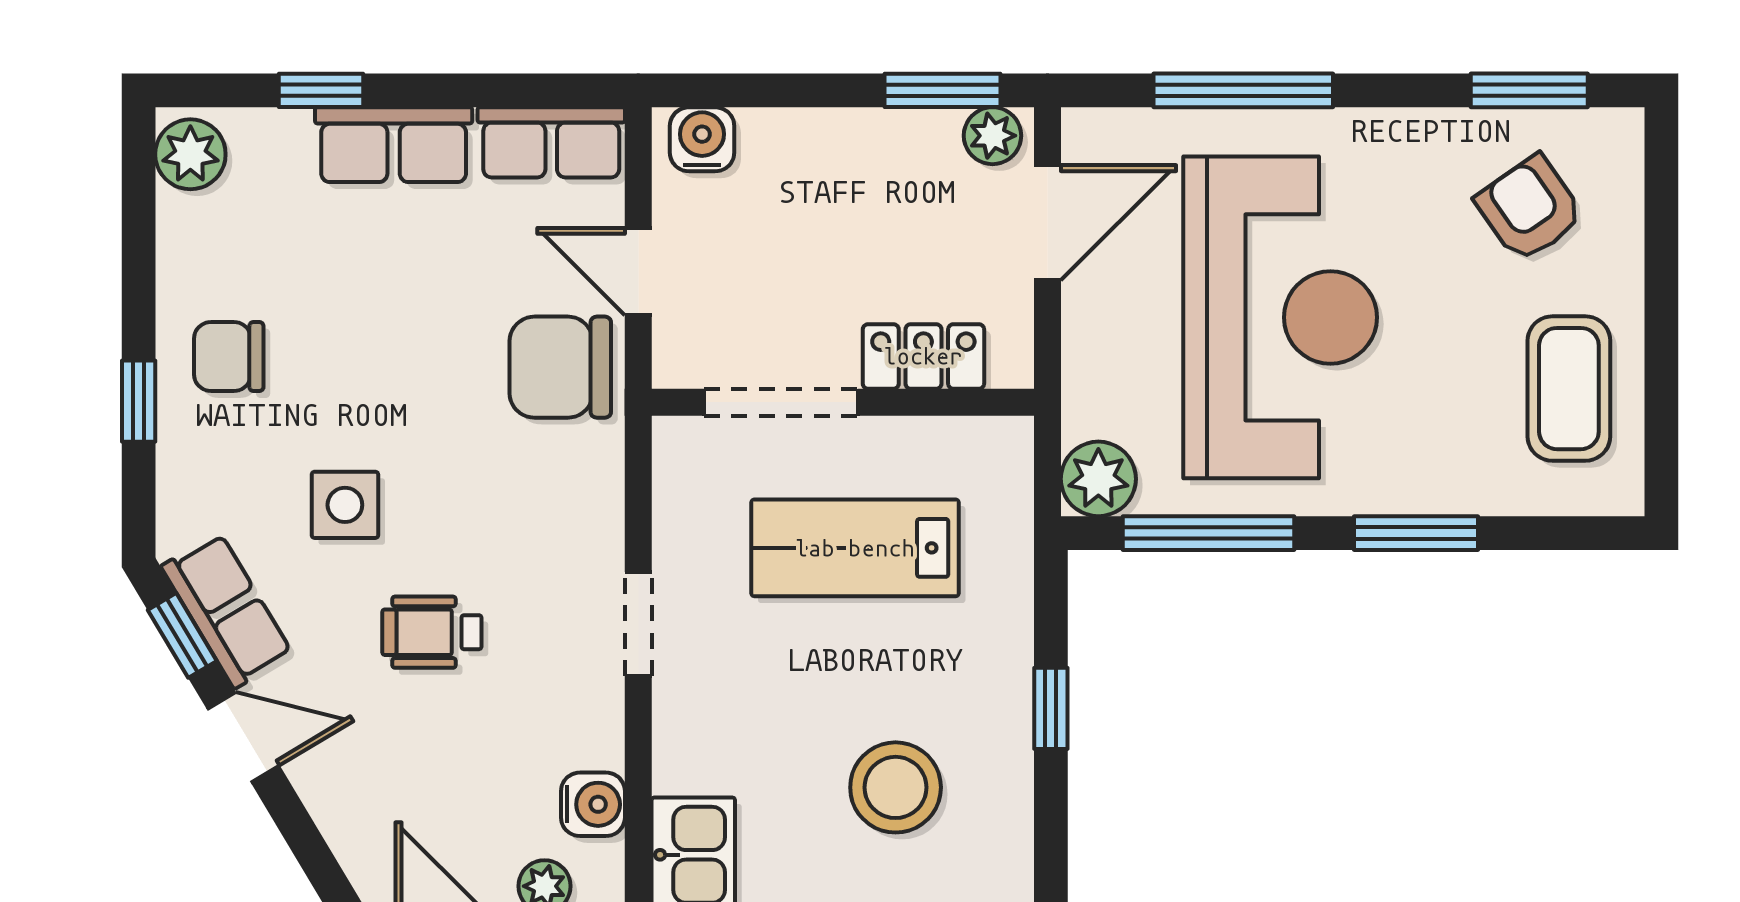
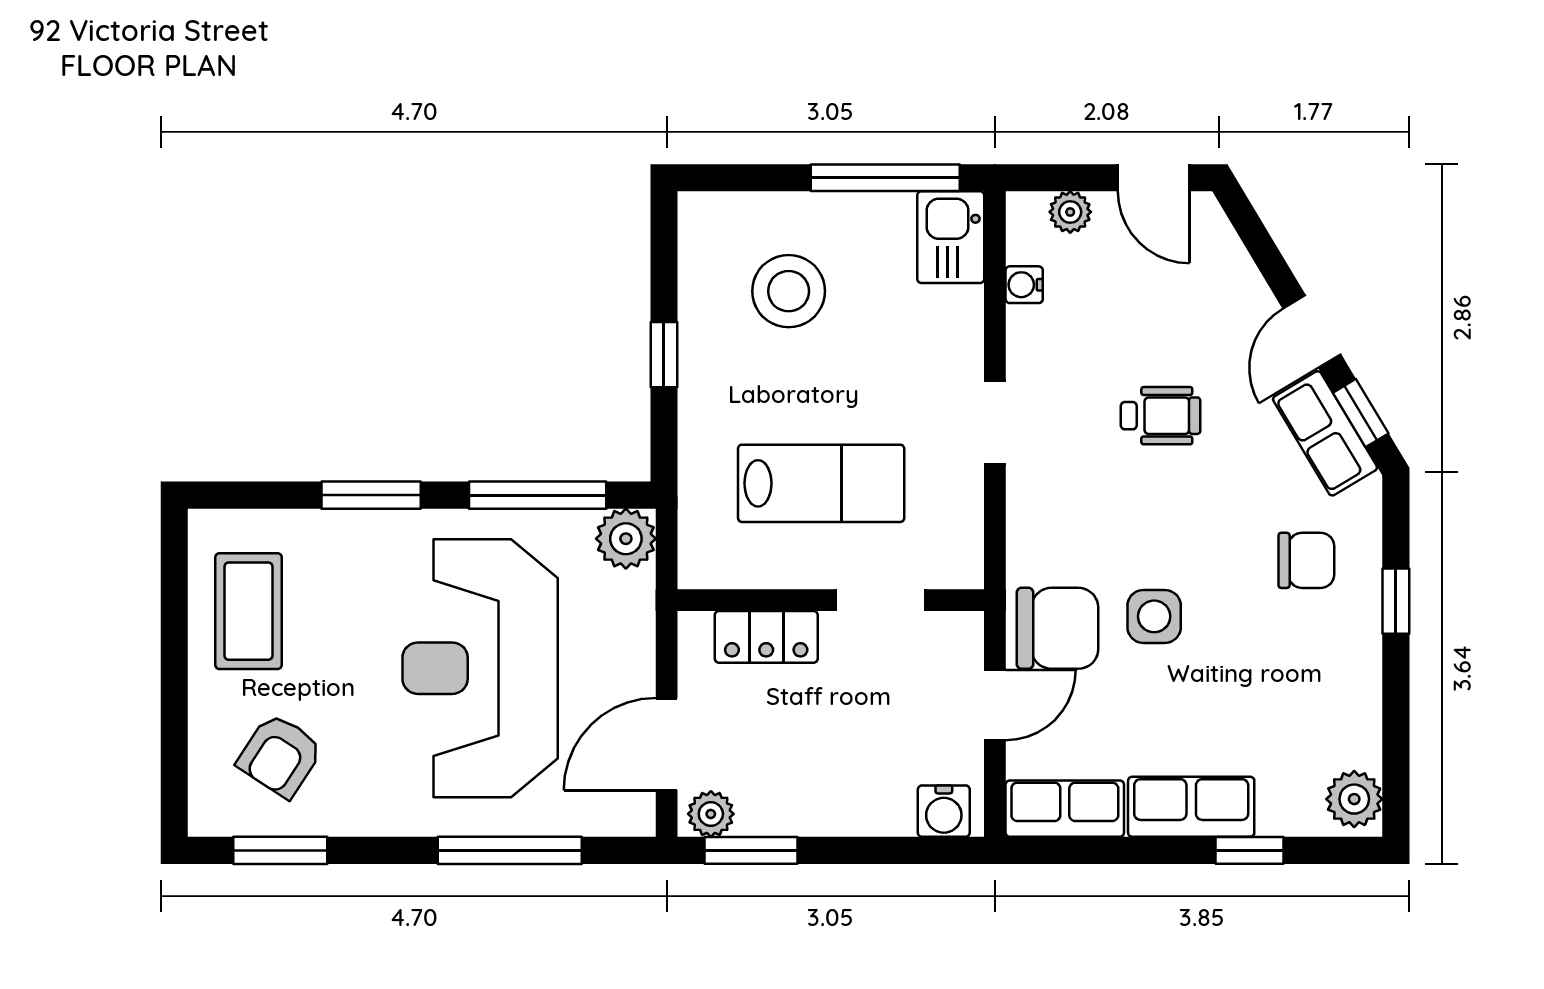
armchair: (1530, 209) -> (280, 755), turned 68
door: (638, 272) -> (995, 705), hinge flipped
chair: (229, 357) -> (1306, 560), moved
doorway: (781, 402) -> (881, 600), width x0.73
side table: (345, 505) -> (1154, 616), moved
door: (243, 737) -> (1312, 331), hinge flipped
water cooler: (593, 804) -> (1024, 285), width x0.72, depth x0.72

